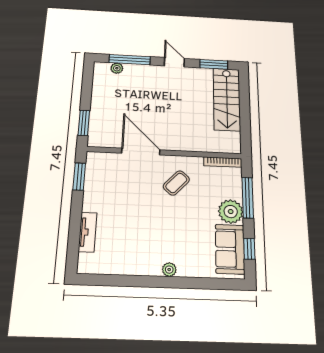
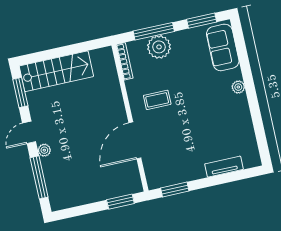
plant: (117, 68) -> (44, 150), moved
coffee table: (176, 183) -> (157, 100), turned -43
plant: (231, 212) -> (159, 47), moved
sofa: (230, 249) -> (223, 47), moved, turned 90
window: (249, 249) -> (202, 21), width x1.50

